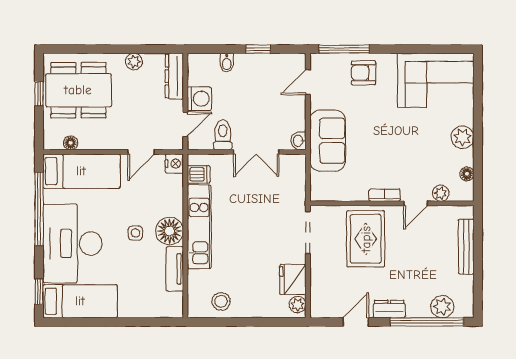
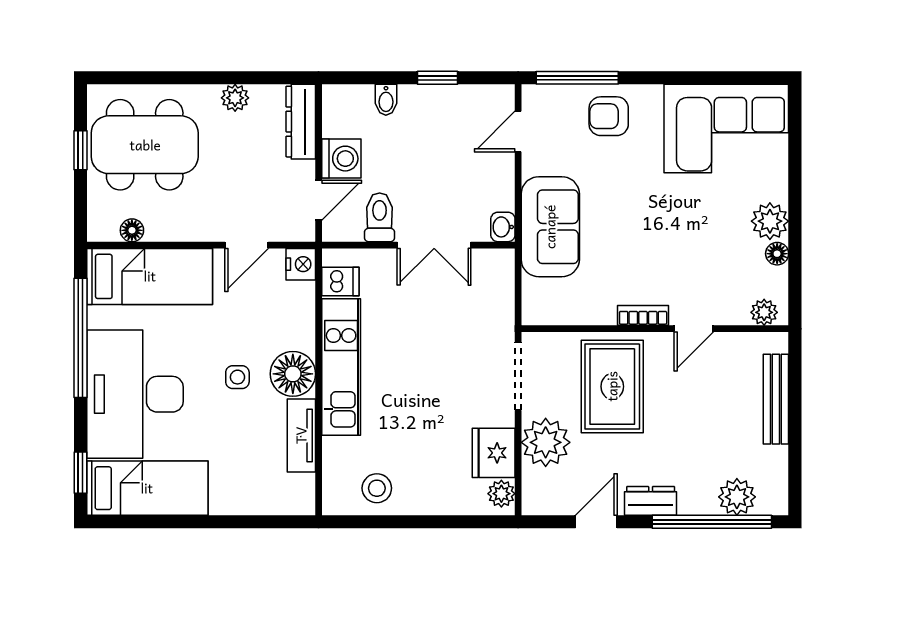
floor lamp: (467, 174) -> (777, 254), moved
plant: (441, 193) -> (764, 312), moved
plant: (325, 273) -> (546, 442), added

